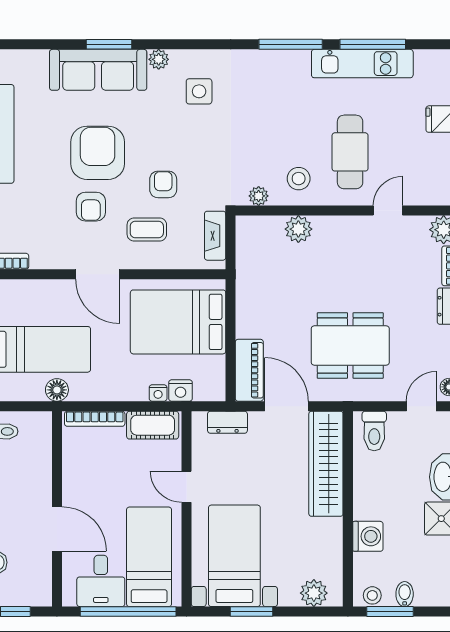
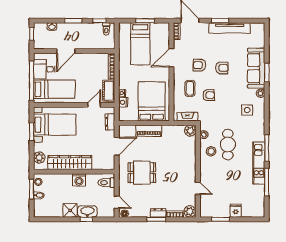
kitchen unit: (362, 64) -> (259, 163), moved
cafe table: (350, 152) -> (228, 145), moved, turned 90
armchair: (98, 153) -> (222, 68), width x0.53, depth x0.53
plant: (298, 229) -> (190, 131), moved
door: (98, 274) -> (171, 58), moved
dining table: (350, 345) -> (142, 173), width x0.73
piano: (249, 370) -> (149, 131), moved
floor lamp: (57, 390) -> (123, 51), removed
wardrobe: (326, 464) -> (70, 163), moved
door: (187, 487) -> (94, 105), moved
washing machine: (368, 536) -> (79, 180), moved

